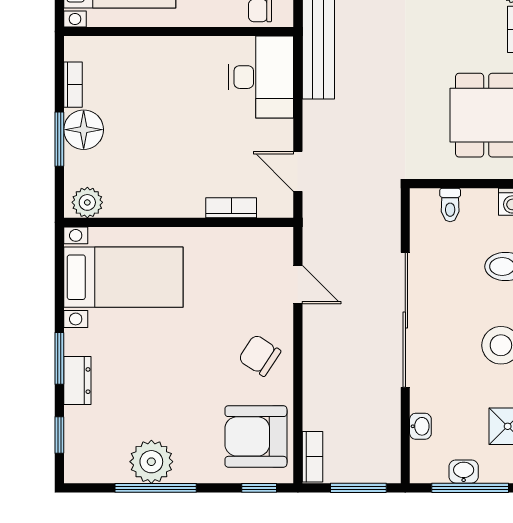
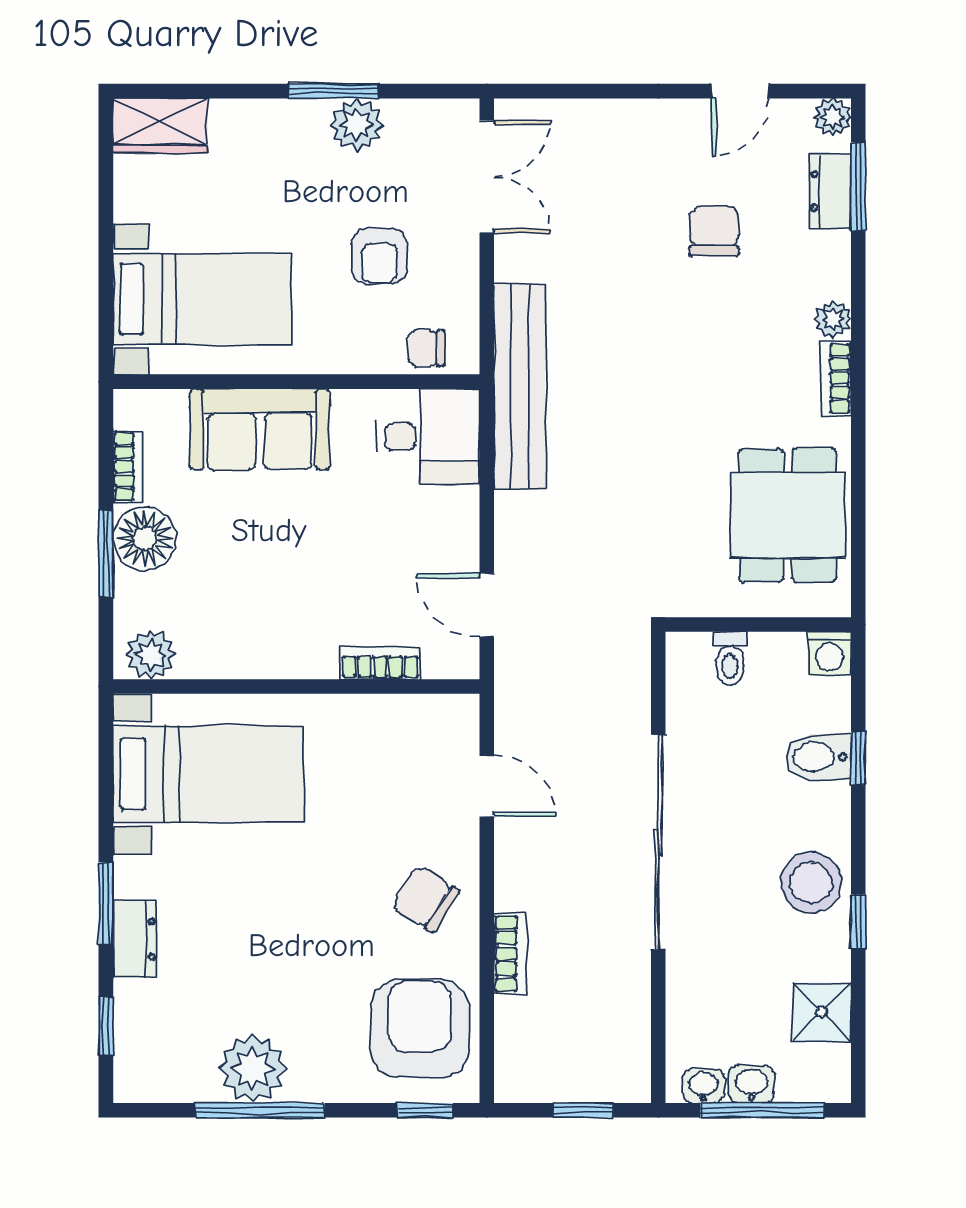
sofa: (156, 61) -> (260, 429), added
desk: (261, 77) -> (428, 437), width x0.73
washbasin: (420, 426) -> (703, 1086), moved, turned -90
armchair: (256, 436) -> (420, 1028), turned 90
bookcase: (312, 457) -> (510, 954), moved
window: (358, 488) -> (583, 1110), width x0.67

